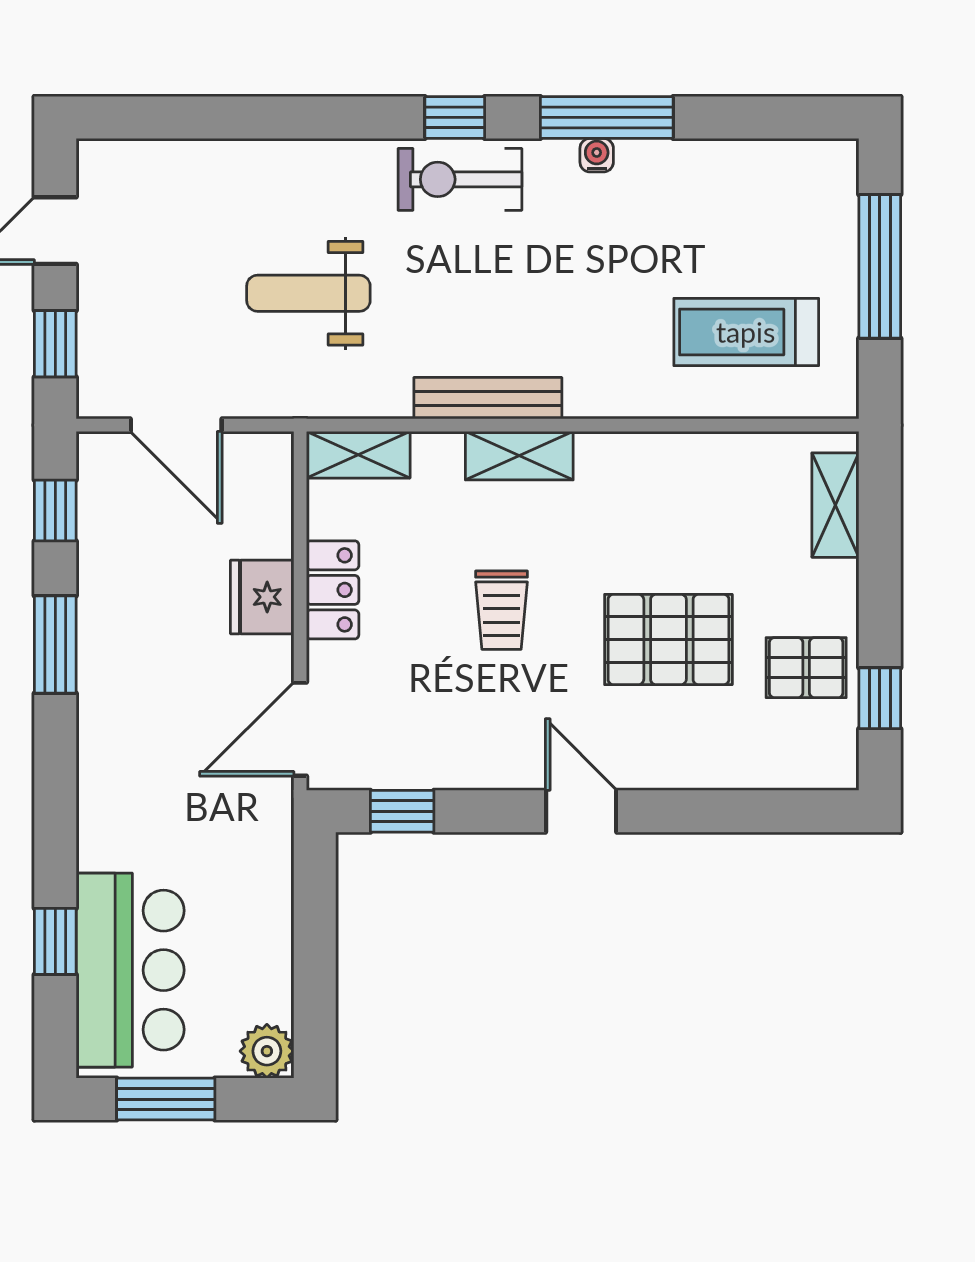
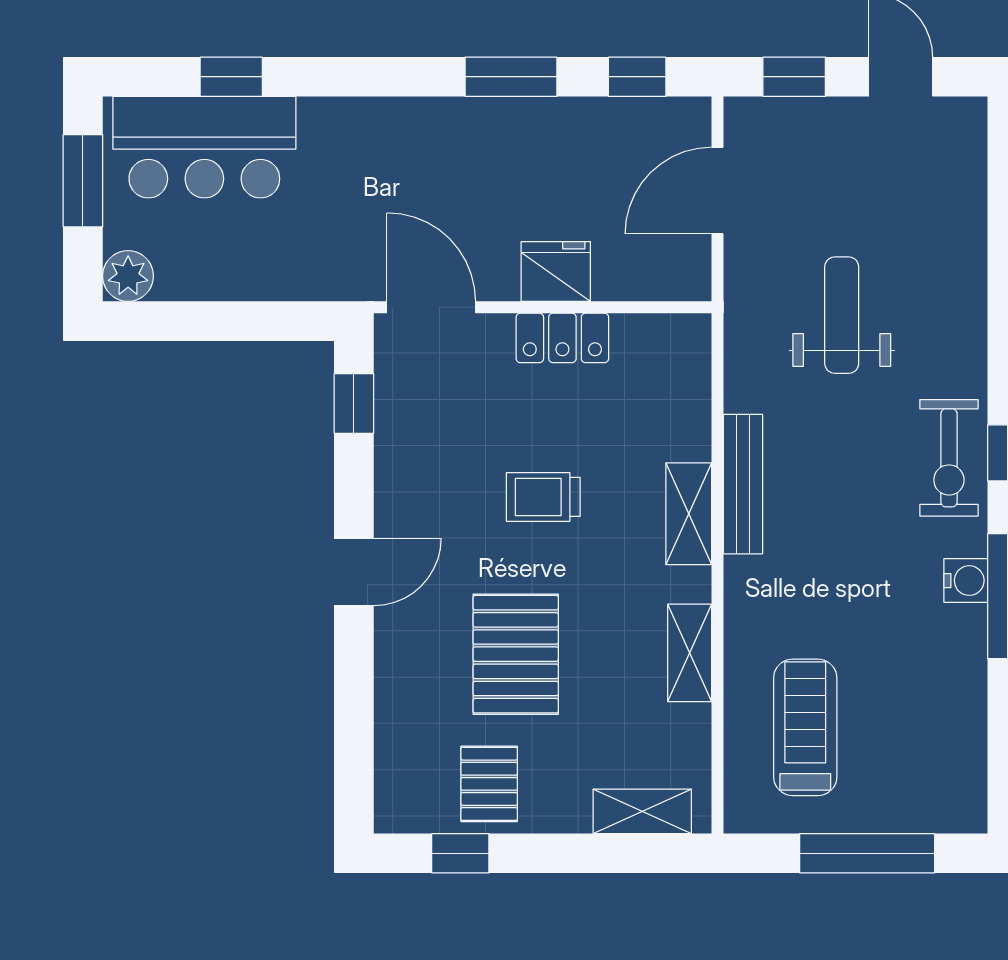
water cooler: (597, 155) -> (966, 581), width x1.38, depth x1.38
exercise bike: (460, 179) -> (949, 458), turned 180
shelving: (358, 455) -> (690, 653), moved

